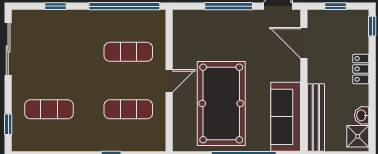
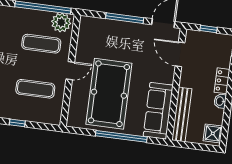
plant: (150, 22) -> (61, 22), added
washbasin: (362, 115) -> (220, 101), moved

